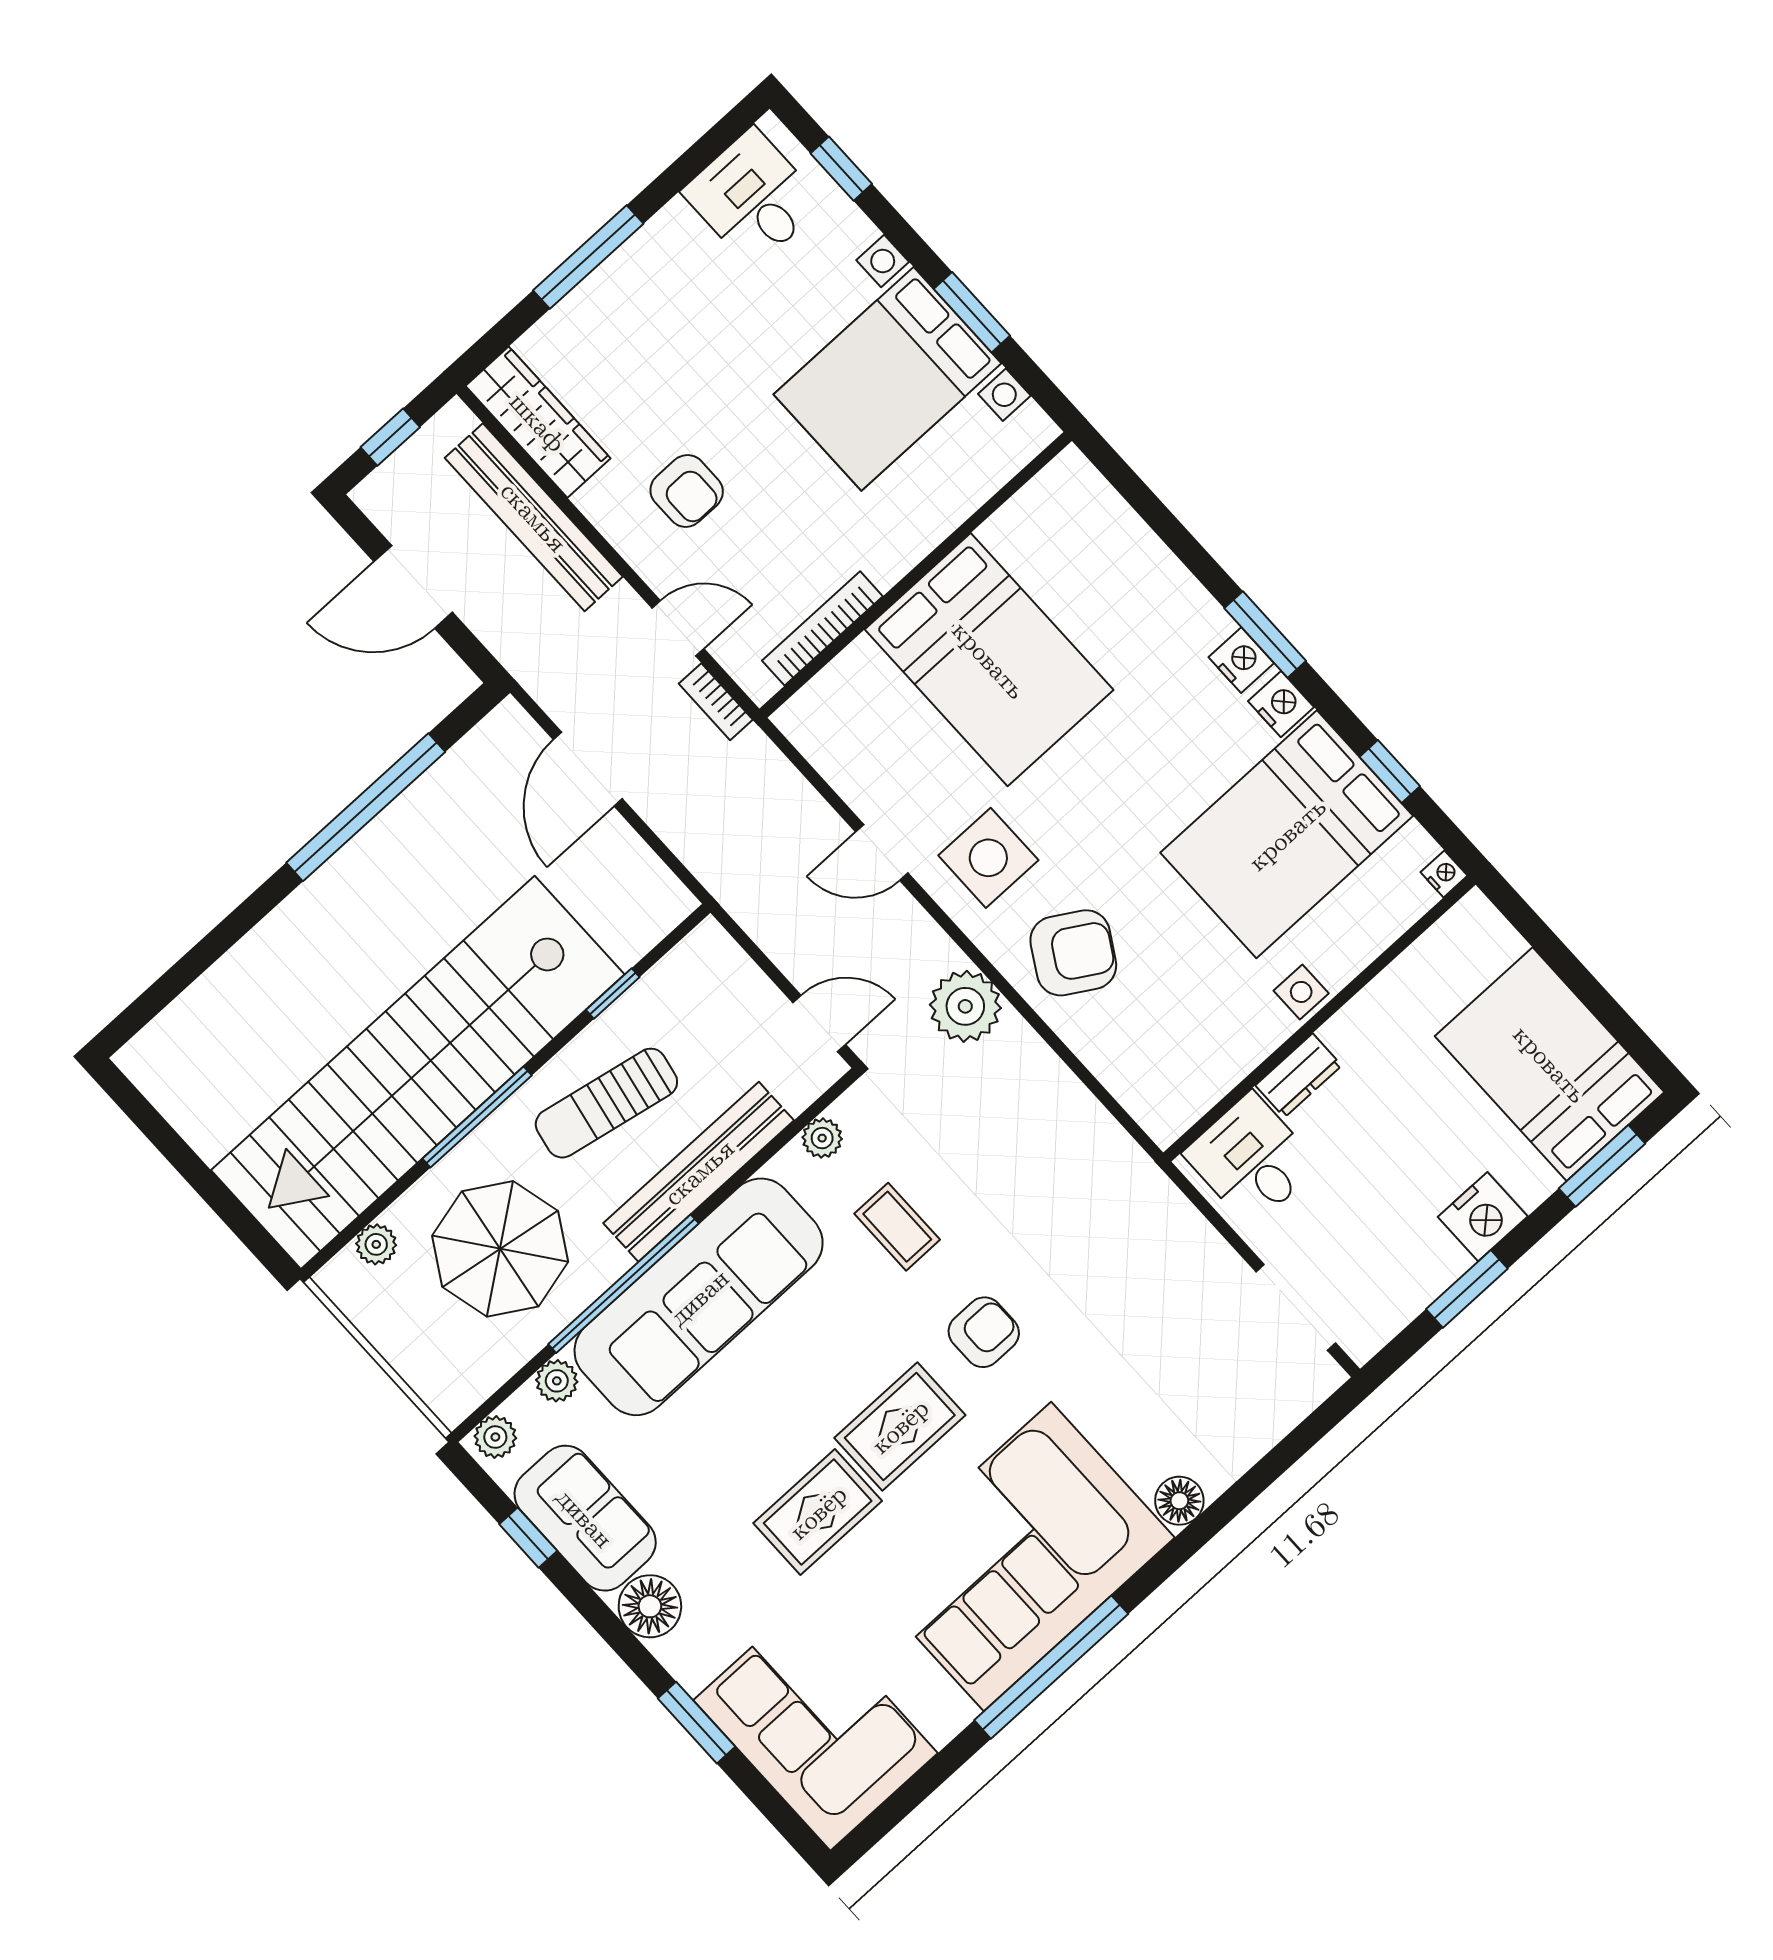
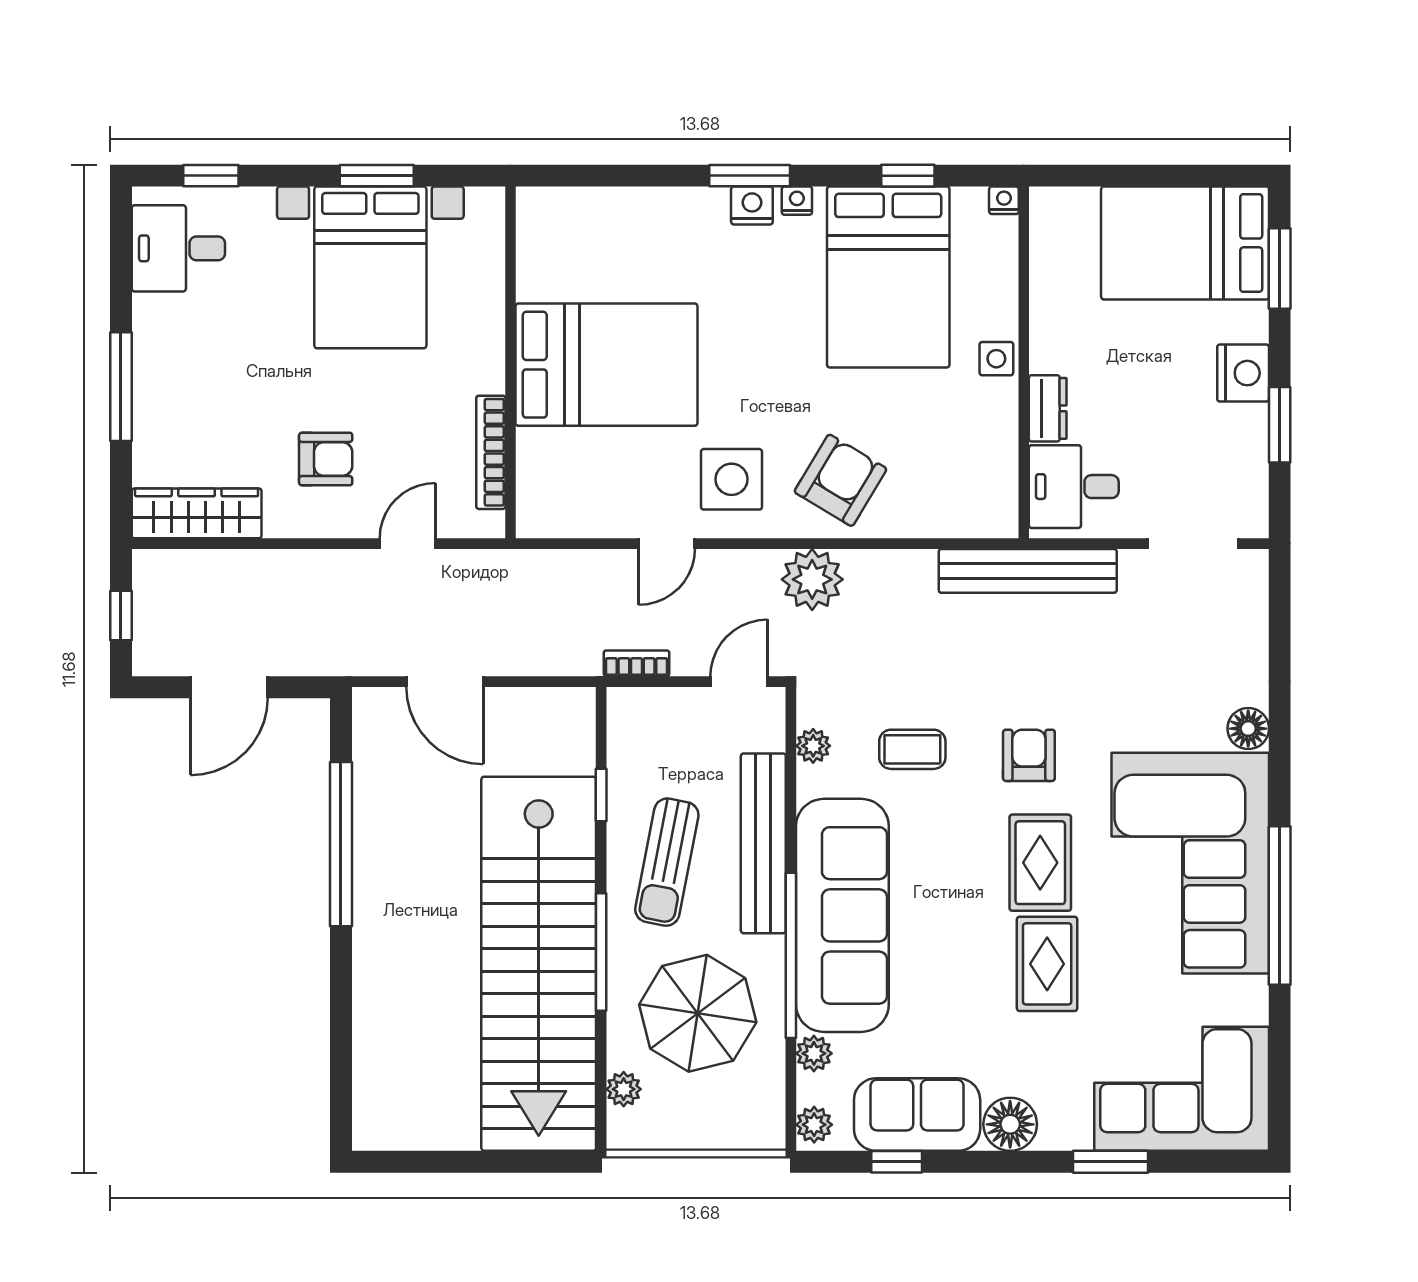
bench: (534, 517) -> (1028, 571), moved
bookcase: (716, 702) -> (637, 663), moved, turned 180
nightstand: (1281, 704) -> (797, 201), width x0.72, depth x0.74

